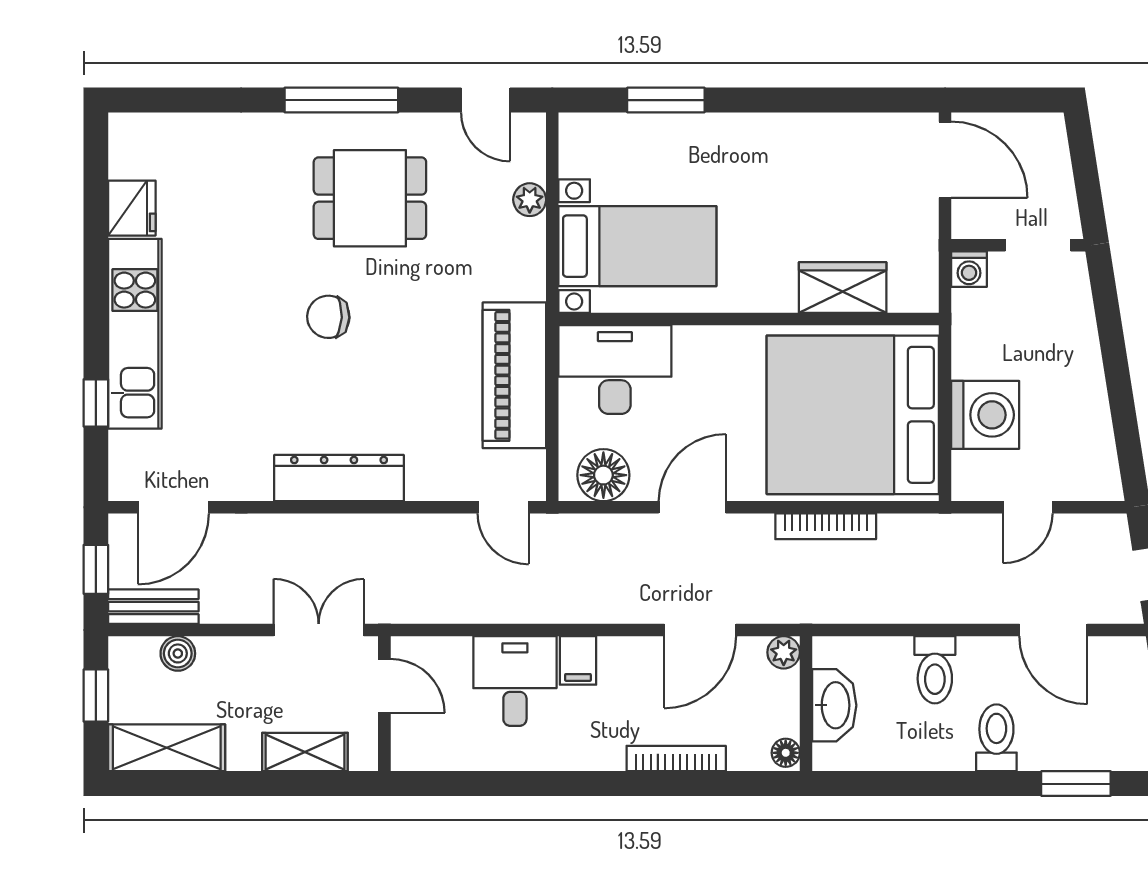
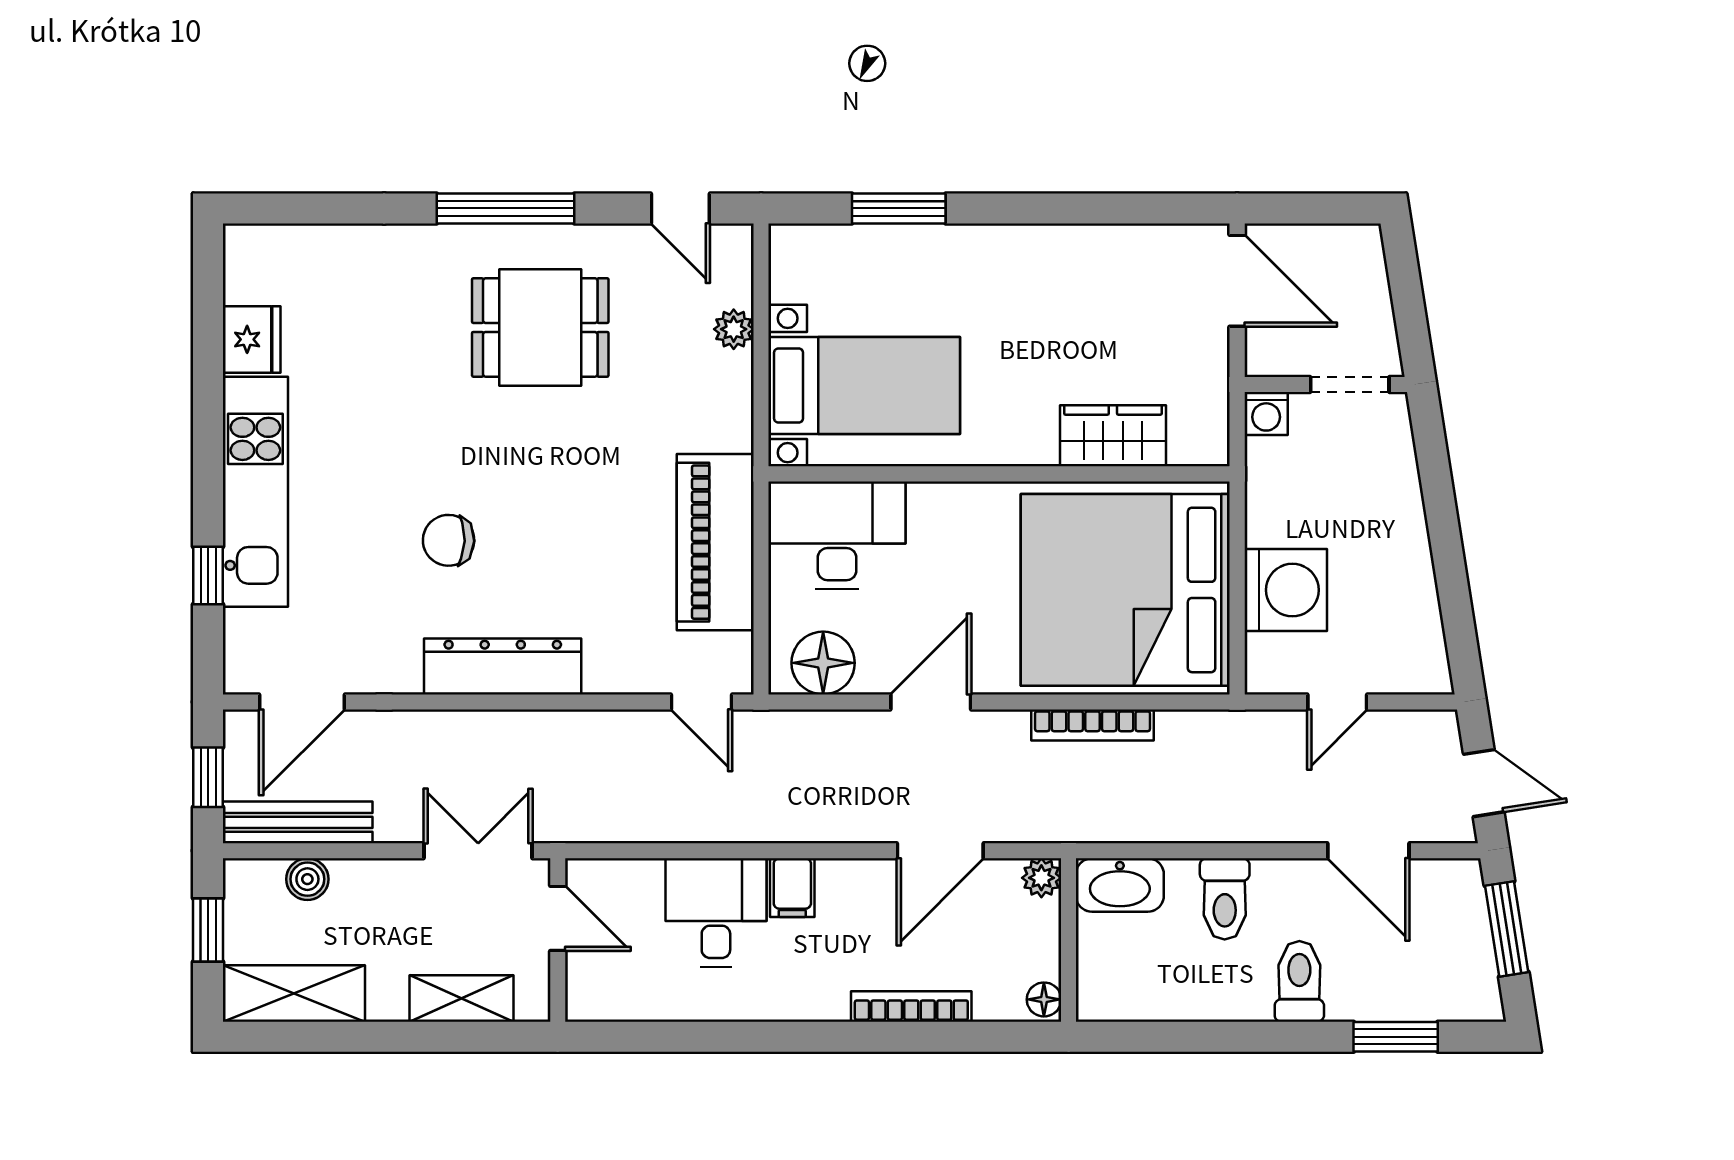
chair: (328, 317) -> (449, 540), moved
bench: (153, 607) -> (298, 822), width x1.36
washbasin: (834, 705) -> (1120, 885), moved, turned 90

